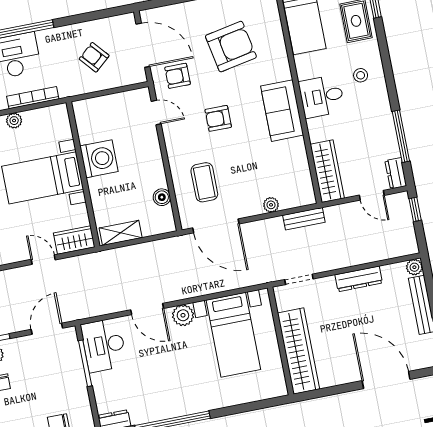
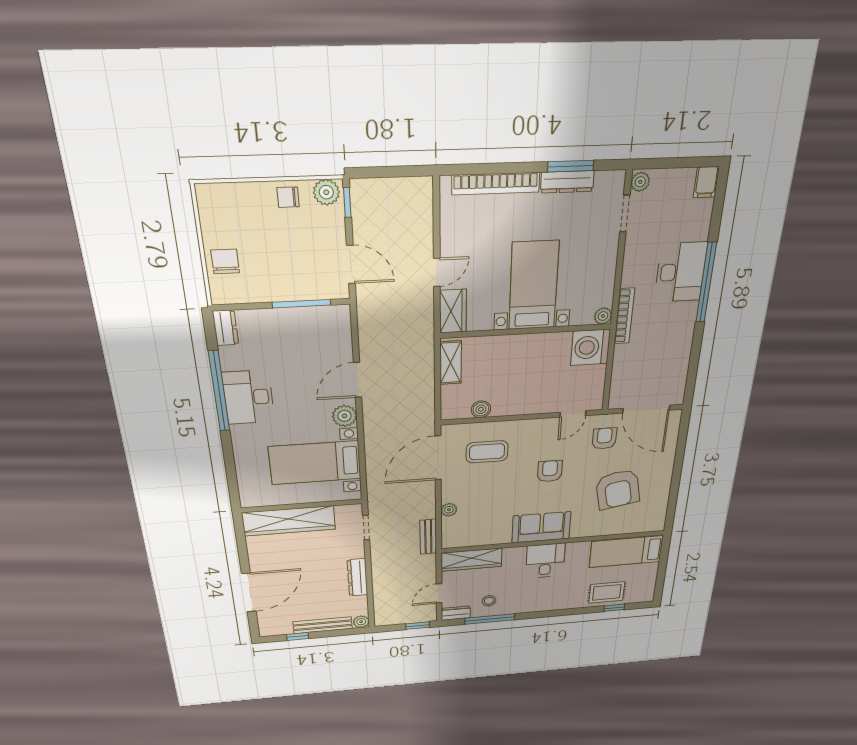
door: (143, 45) -> (646, 409), hinge flipped
armchair: (94, 57) -> (650, 359), removed
stool: (361, 75) -> (489, 601), moved
bookcase: (33, 98) -> (624, 316), moved
plant: (14, 121) -> (603, 316), moved
washing machine: (99, 159) -> (590, 347), moved, turned 90
desk: (104, 345) -> (248, 397), moved, turned -90

